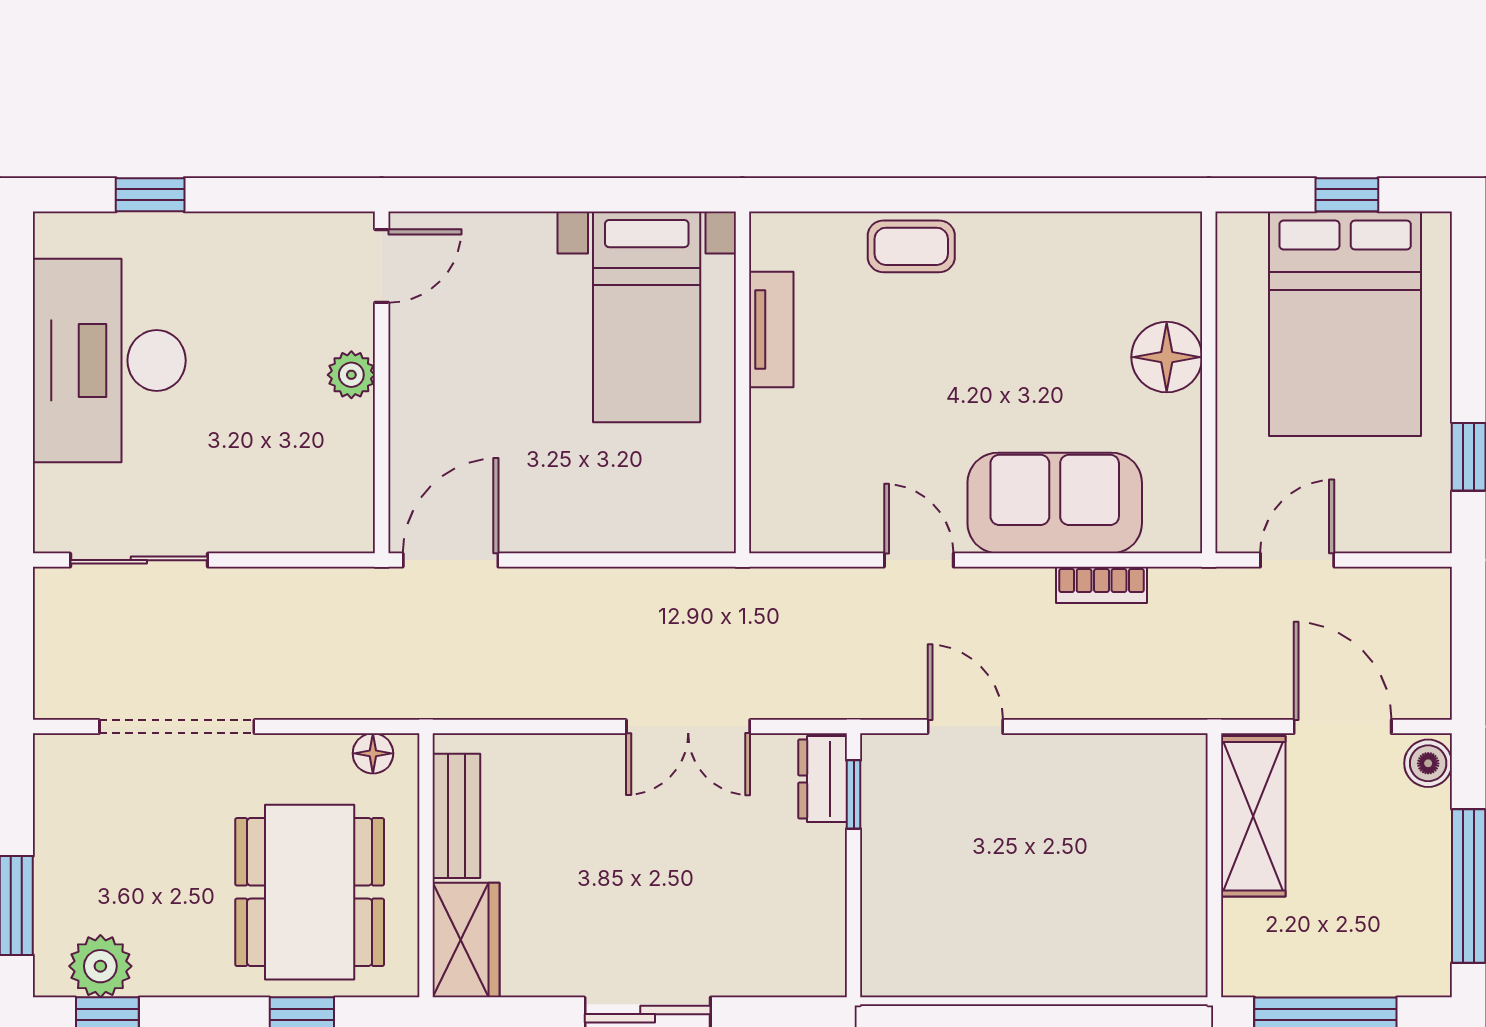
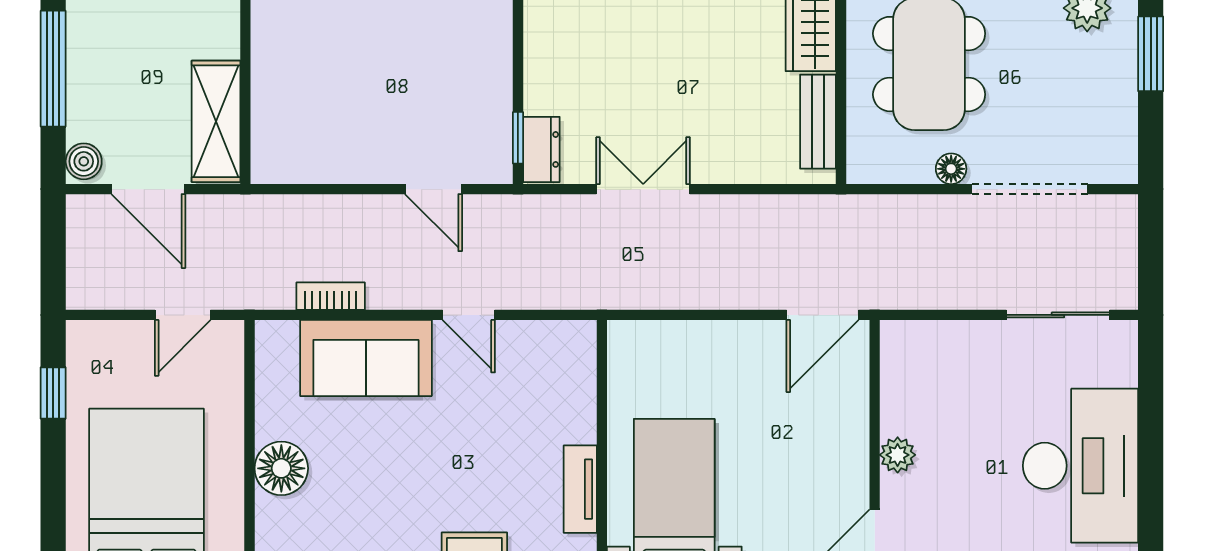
floor lamp: (373, 753) -> (951, 169), moved

